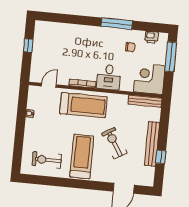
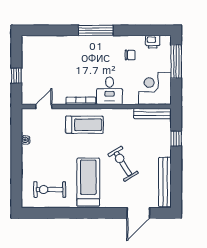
window: (117, 24) -> (96, 30), moved
window: (28, 45) -> (16, 76), moved
treadmill: (83, 105) -> (84, 125), width x0.73, depth x0.73
bench: (152, 144) -> (165, 182), moved
window: (161, 157) -> (176, 139), moved

